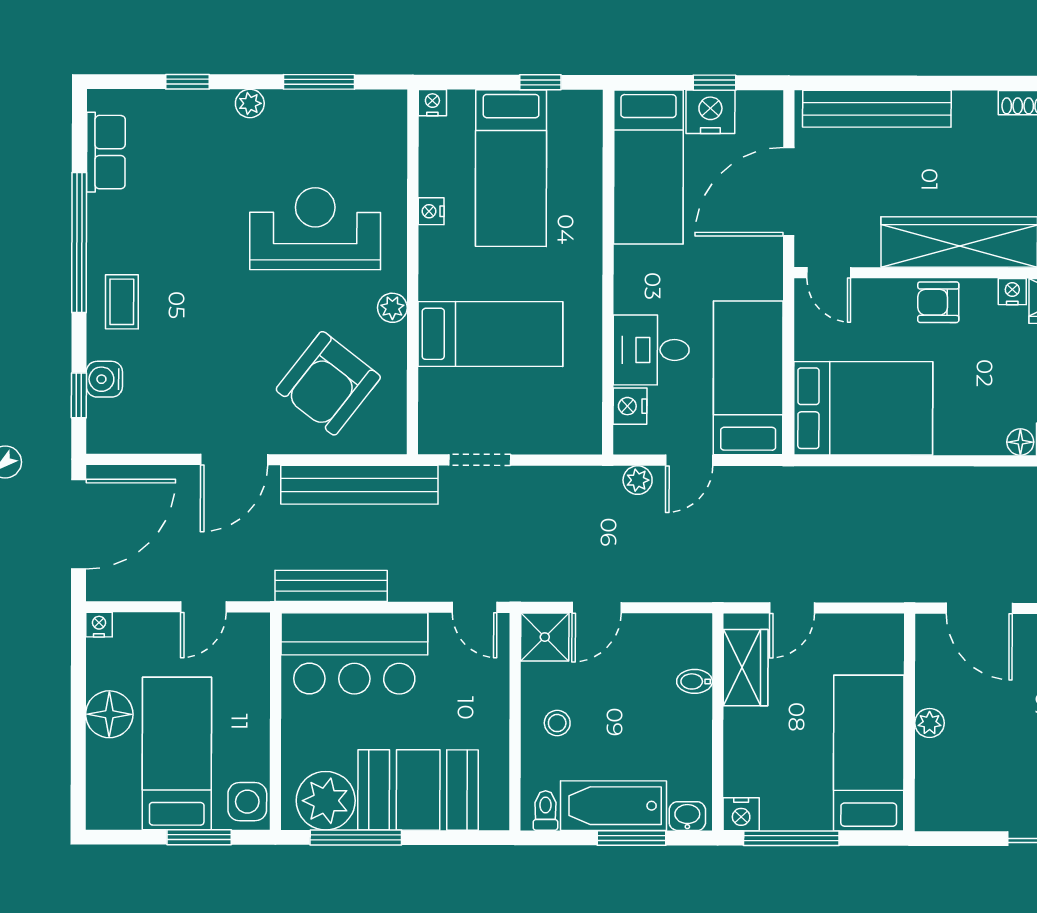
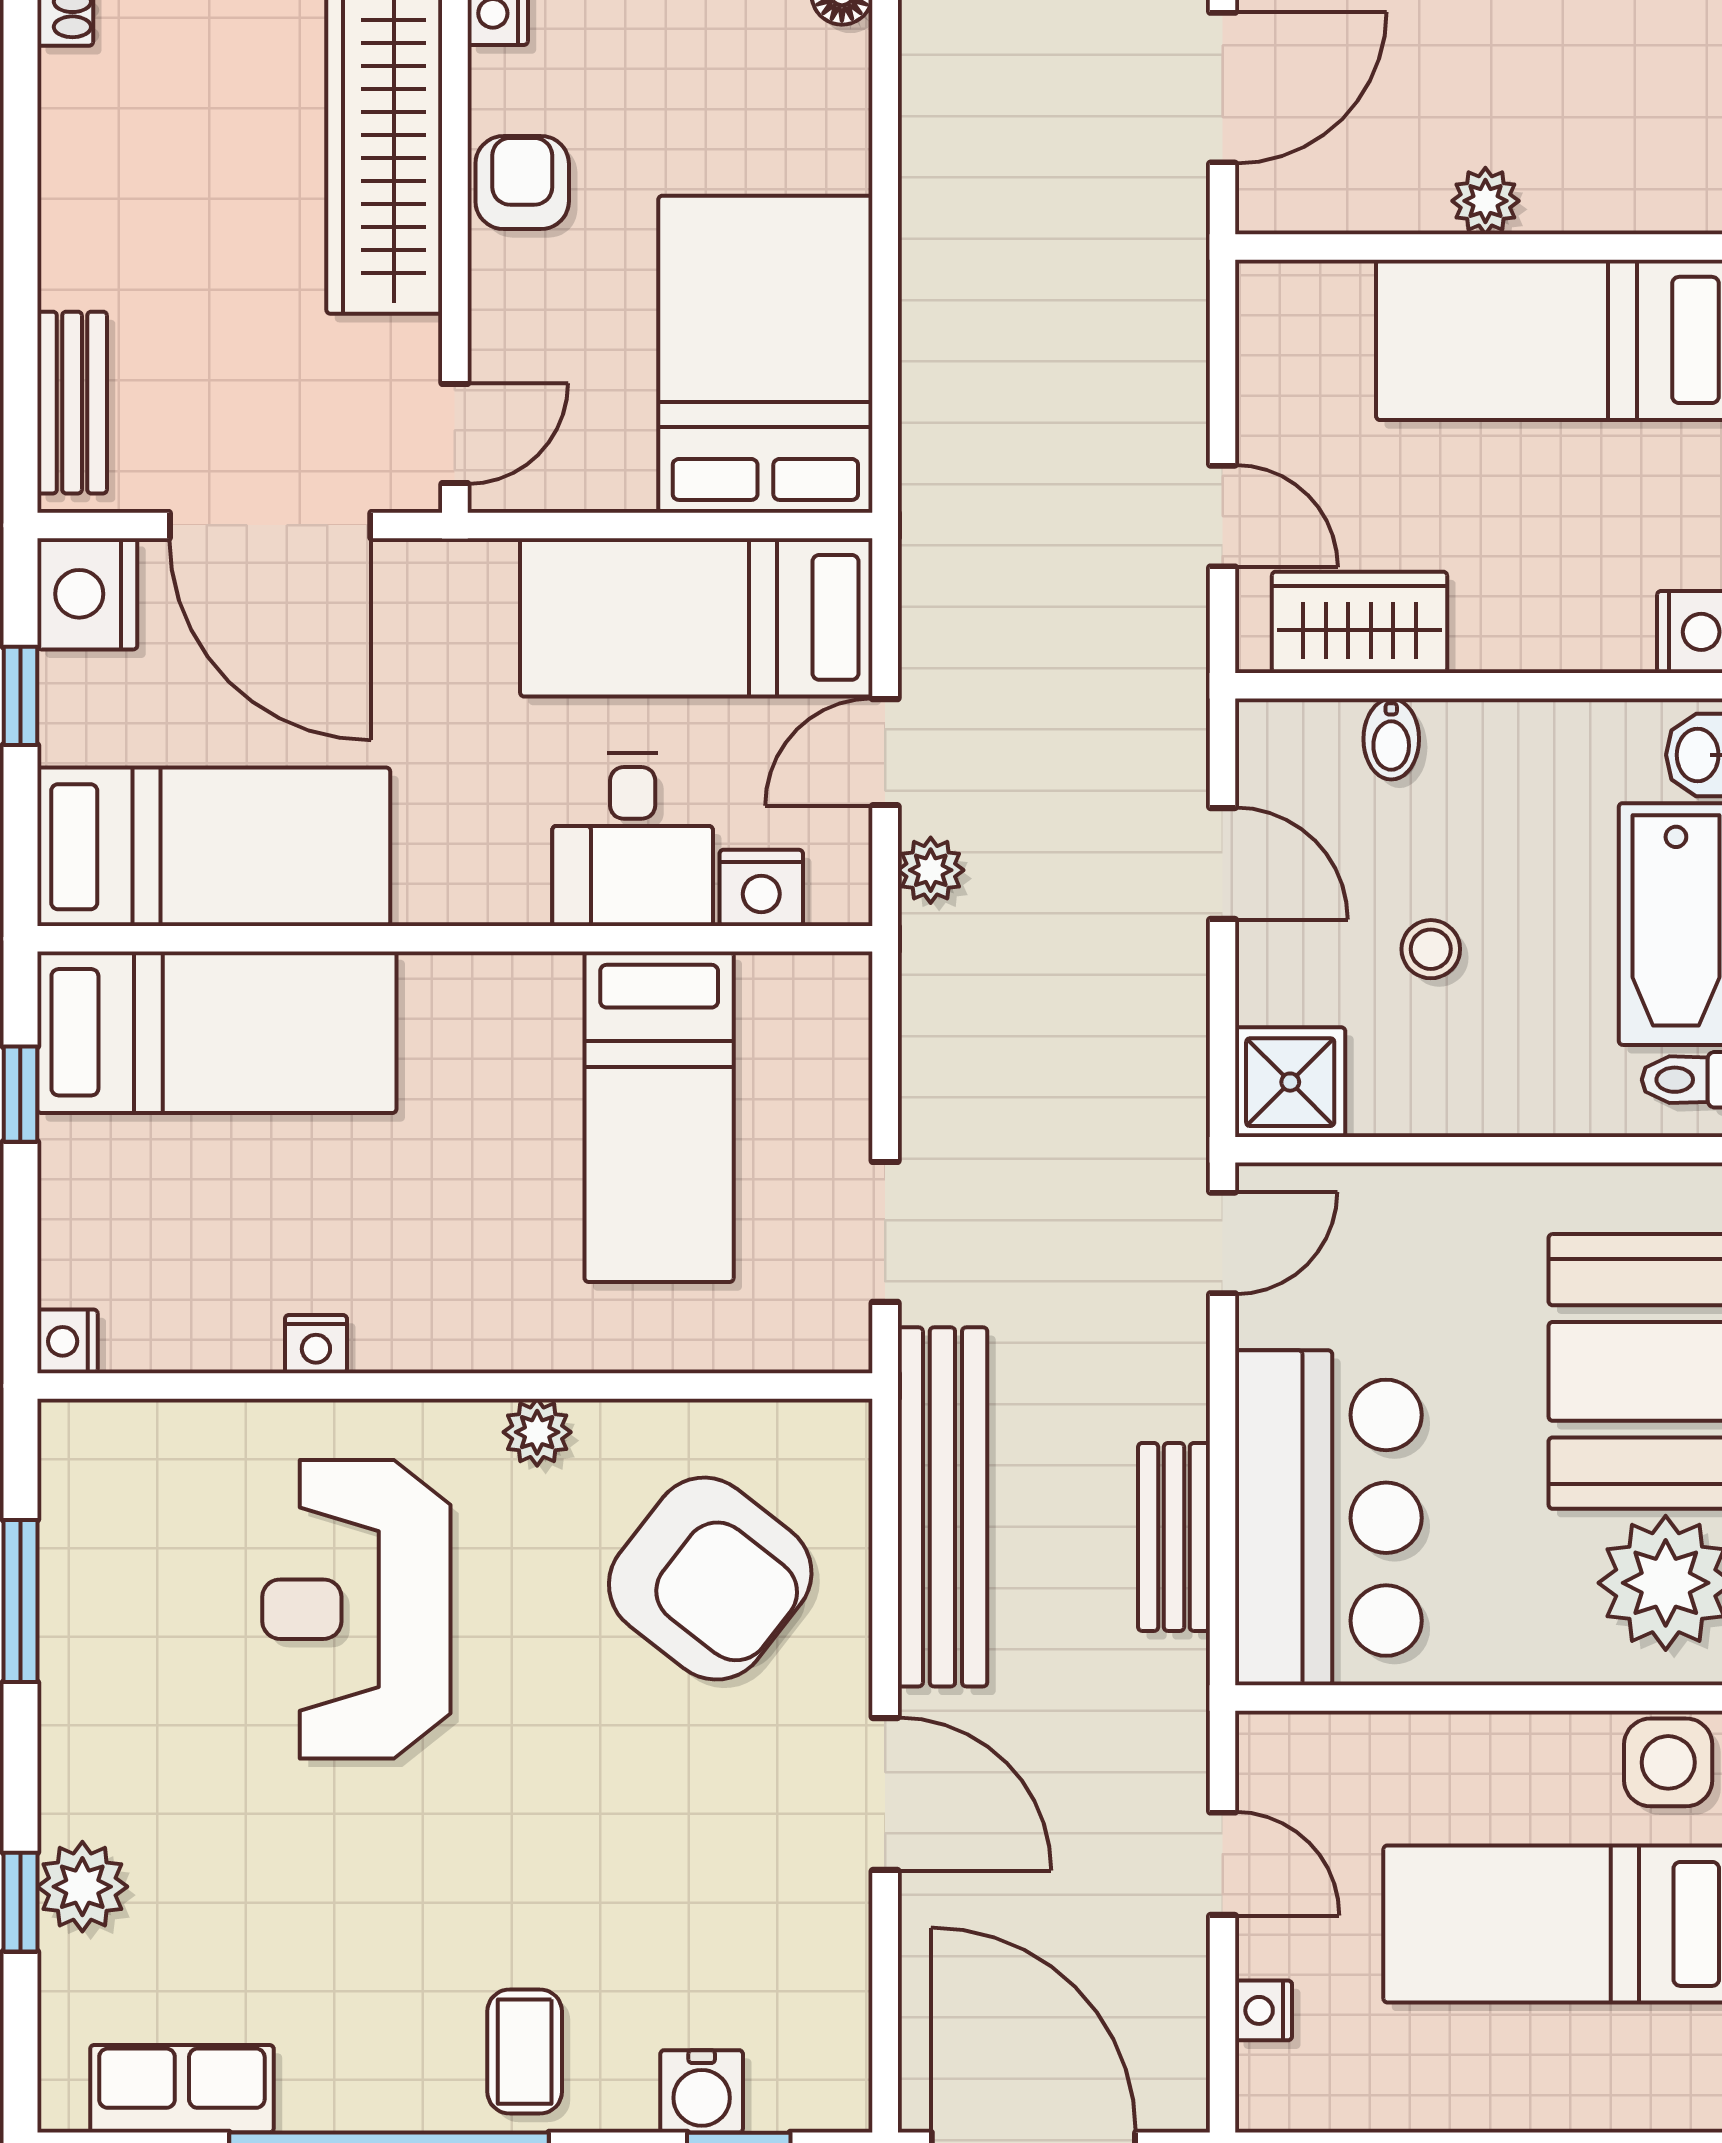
plant: (250, 103) -> (82, 1887), moved, width x1.38, depth x1.38
bench: (877, 109) -> (72, 403), width x0.54, depth x0.82
nightstand: (710, 112) -> (87, 594), moved
bed: (511, 168) -> (217, 1032), moved
coffee table: (122, 302) -> (525, 2052), turned 90
armchair: (938, 302) -> (522, 183), turned 180
bed: (490, 334) -> (659, 1117), moved, turned 180
door: (689, 460) -> (885, 752), swing flipped
bench: (331, 586) -> (1174, 1537), width x0.73
door: (597, 608) -> (1223, 863), moved
nightstand: (99, 625) -> (1264, 2010), moved
floor lamp: (109, 714) -> (1469, 2079), removed
stool: (557, 723) -> (1431, 949), moved

